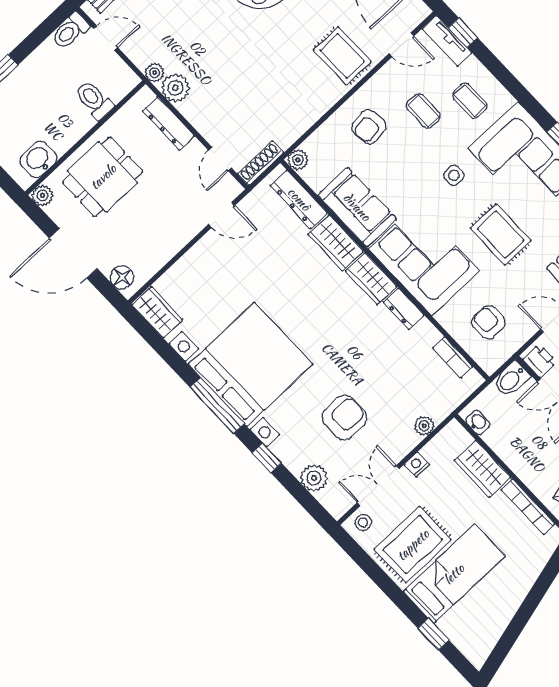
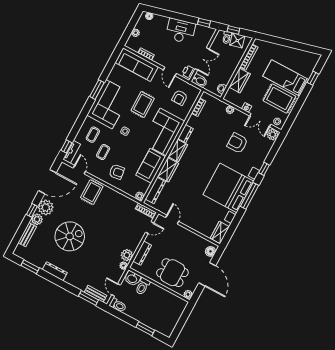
washbasin: (38, 159) -> (132, 278), moved
plant: (314, 478) -> (273, 134), moved

